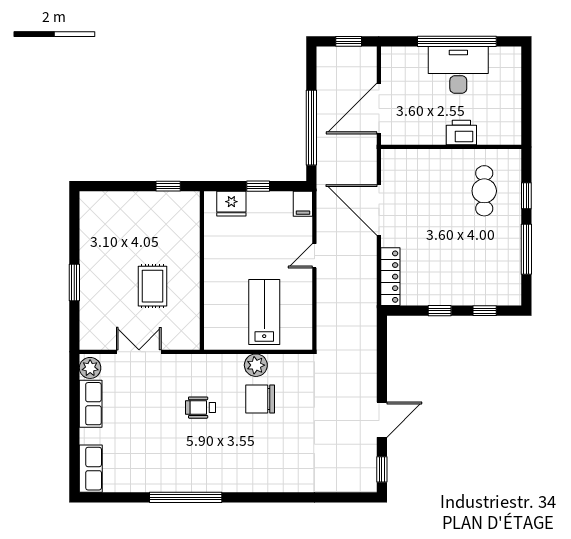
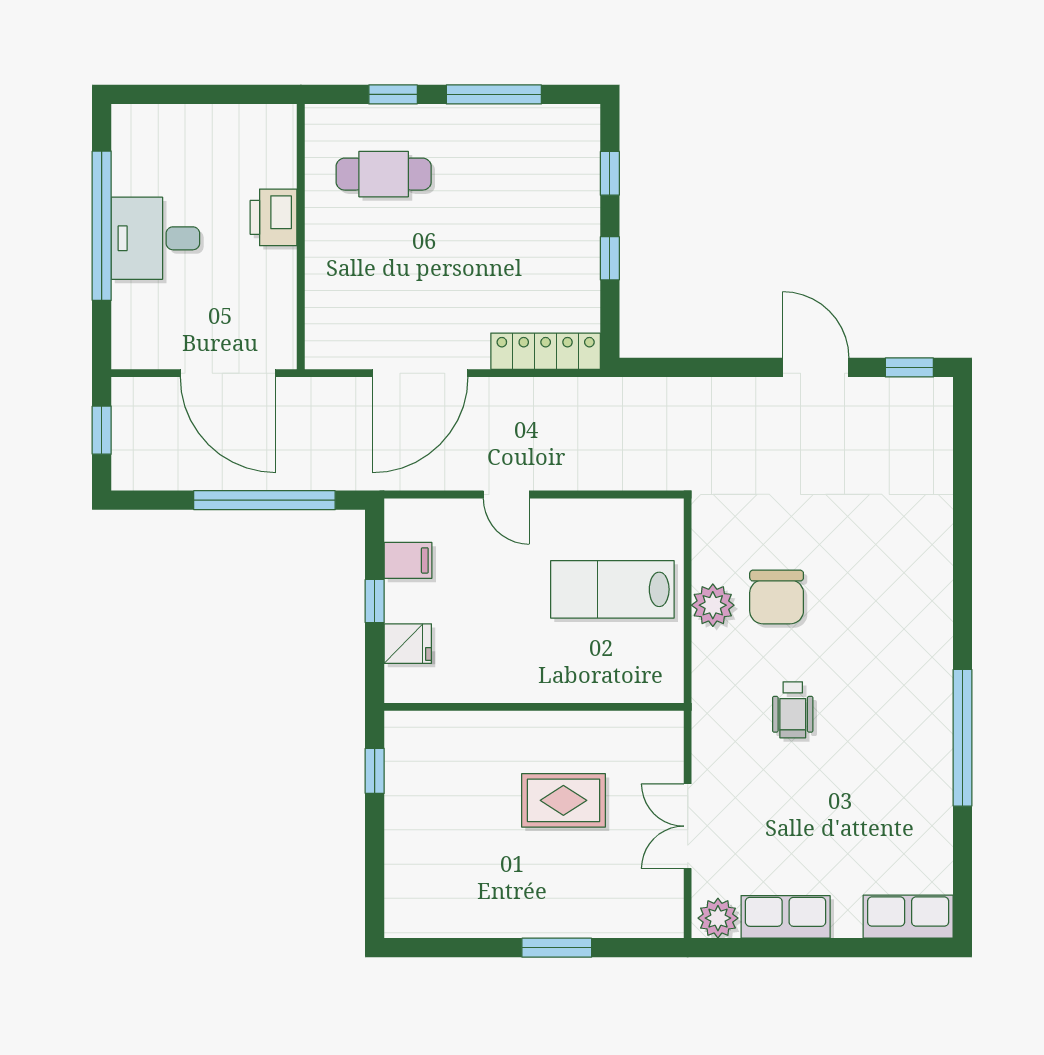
desk: (458, 70) -> (155, 238), width x0.73
fridge: (231, 204) -> (408, 644), width x0.72
filing cabinet: (303, 204) -> (408, 560), moved

